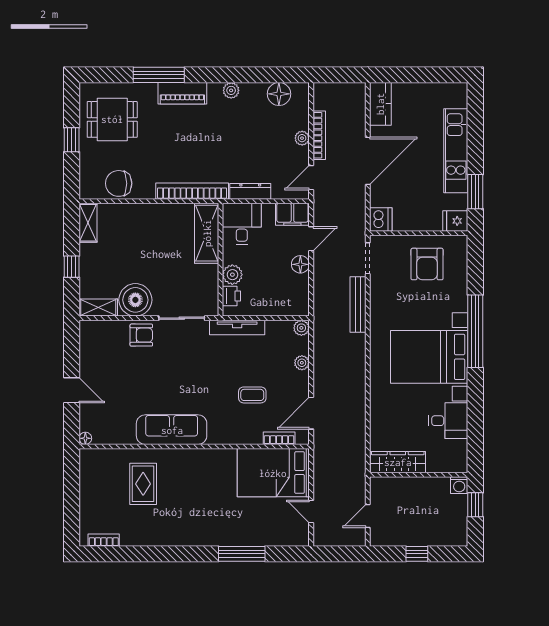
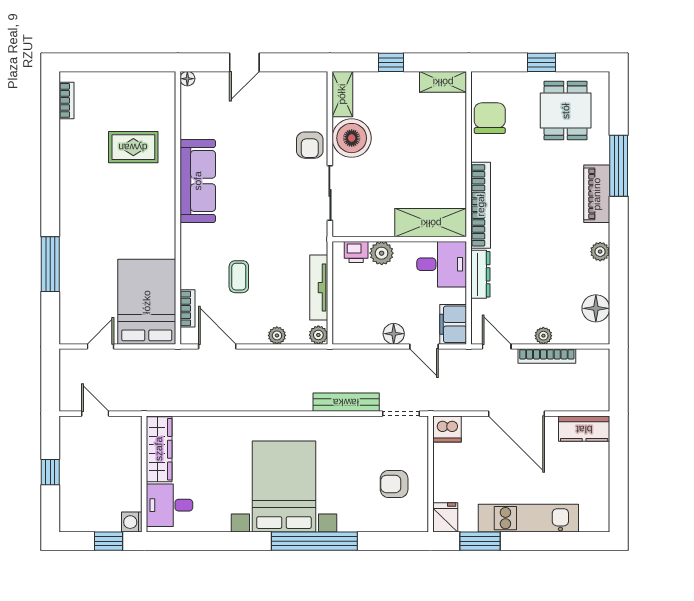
armchair: (427, 264) -> (394, 484), width x0.72, depth x0.72
tv unit: (237, 327) -> (319, 288), moved
desk: (448, 421) -> (169, 505), moved, turned 90

